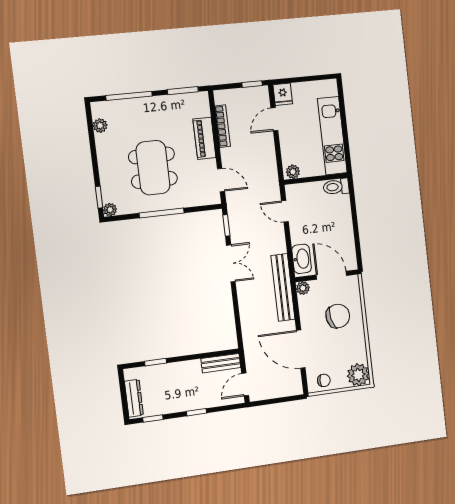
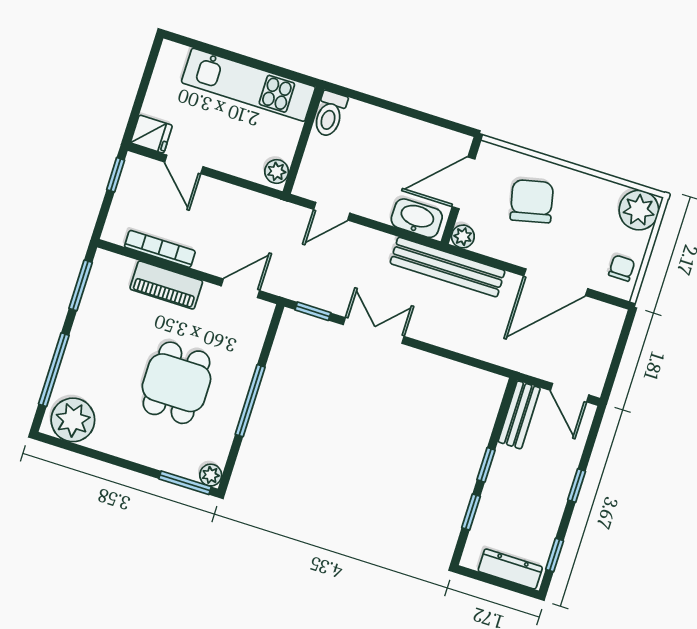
plant: (100, 126) -> (73, 420), width x1.88, depth x1.88
dining table: (153, 168) -> (176, 383), width x0.73
window: (99, 197) -> (185, 483), width x1.50
window: (185, 358) -> (486, 465), added

